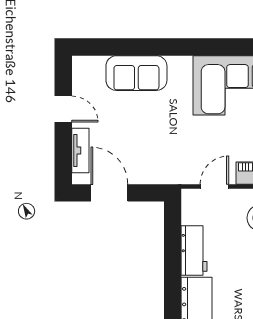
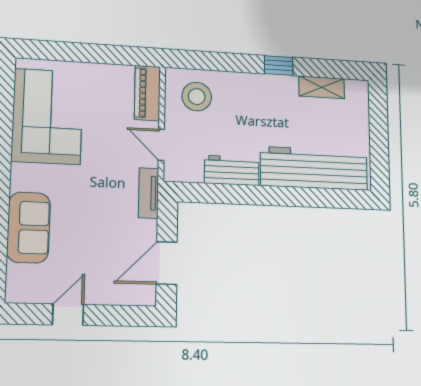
tv unit: (80, 150) -> (148, 193), moved, turned -90

